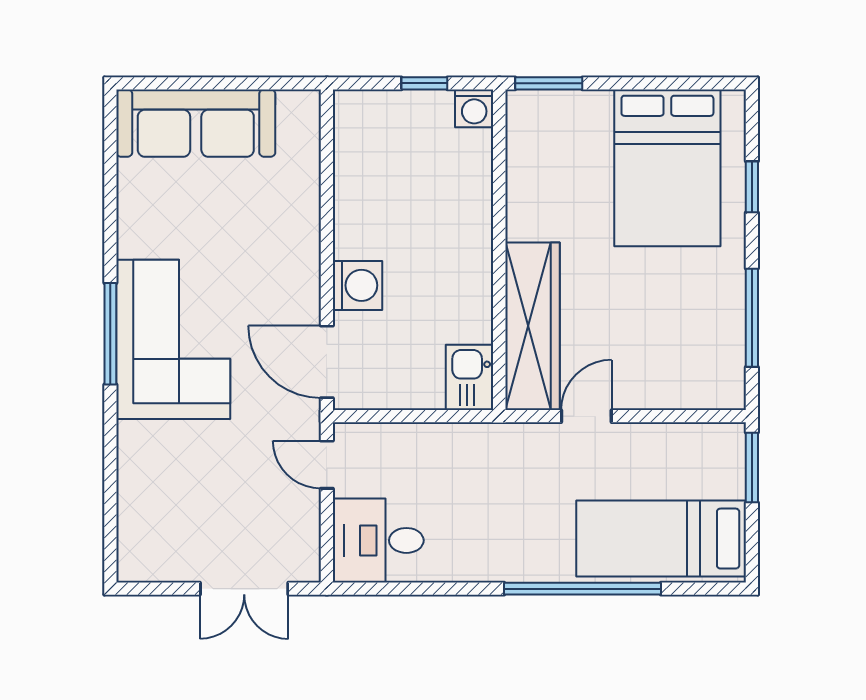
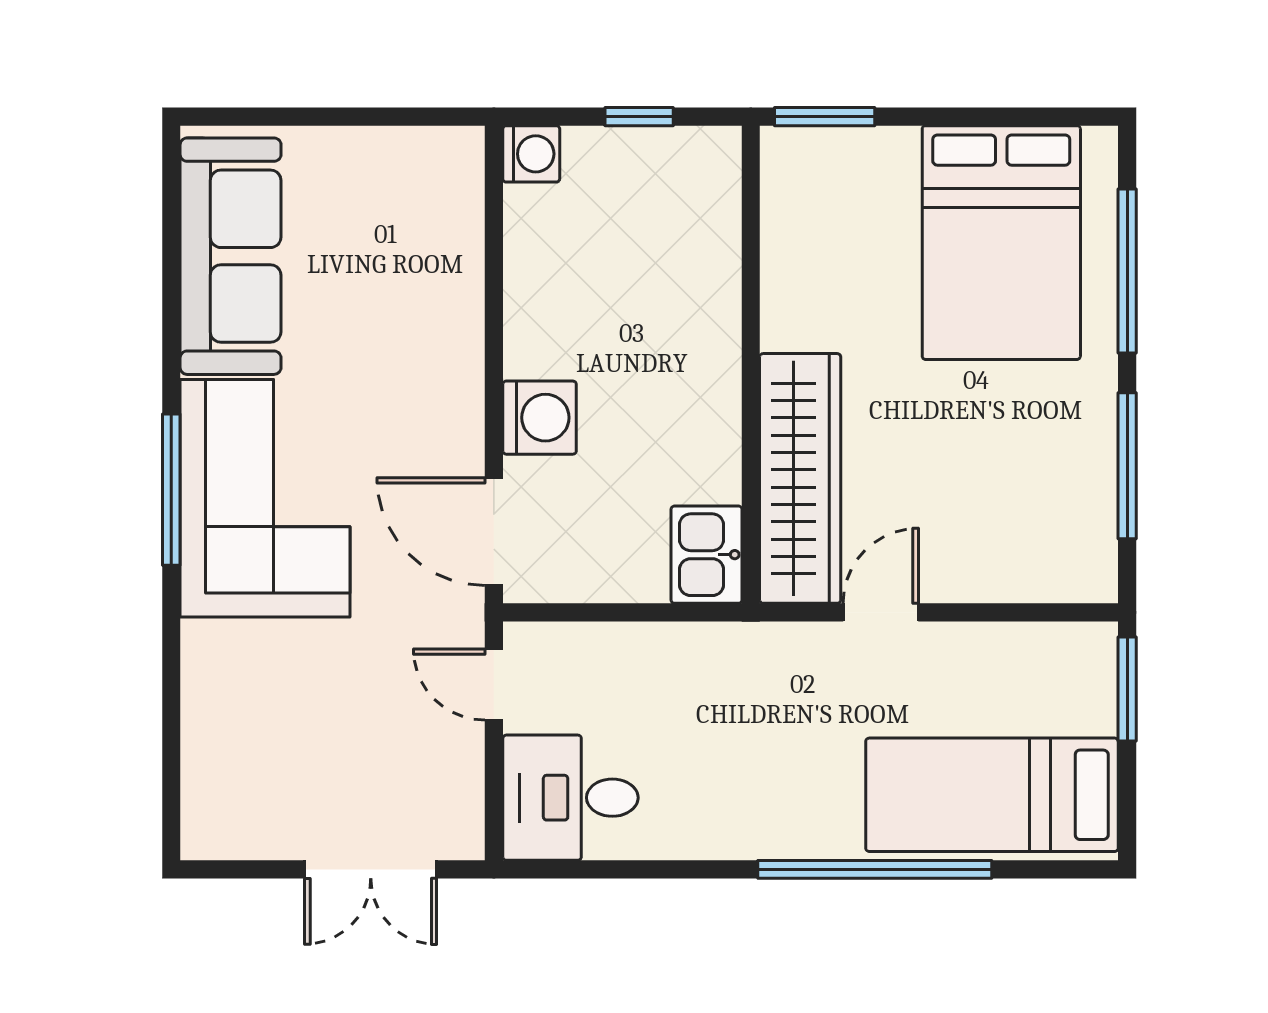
washing machine: (474, 108) -> (531, 154), moved, turned -90
sofa: (196, 123) -> (231, 256), moved, turned -90
window: (752, 187) -> (1127, 271), width x2.17

